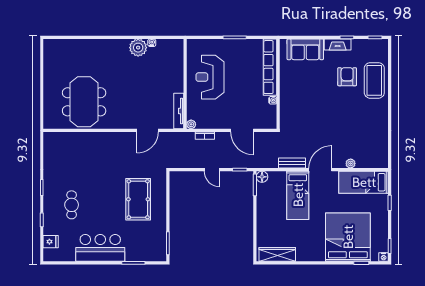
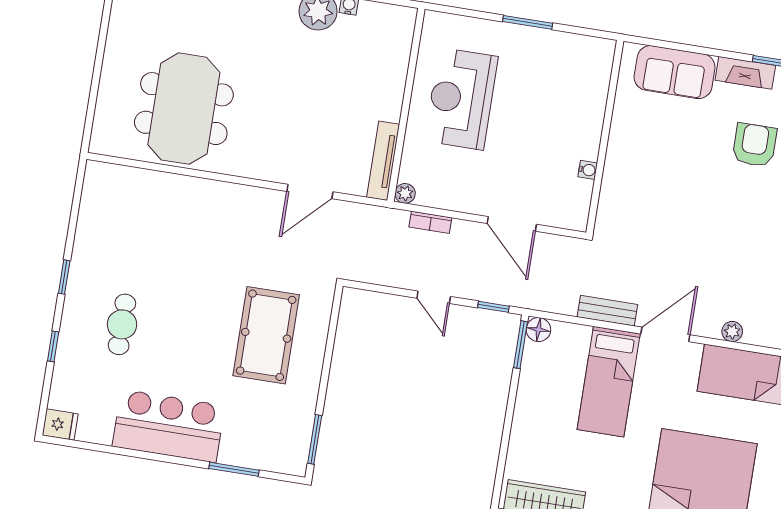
row of seats: (270, 67) -> (593, 98), removed
fridge: (51, 242) -> (60, 425), moved

